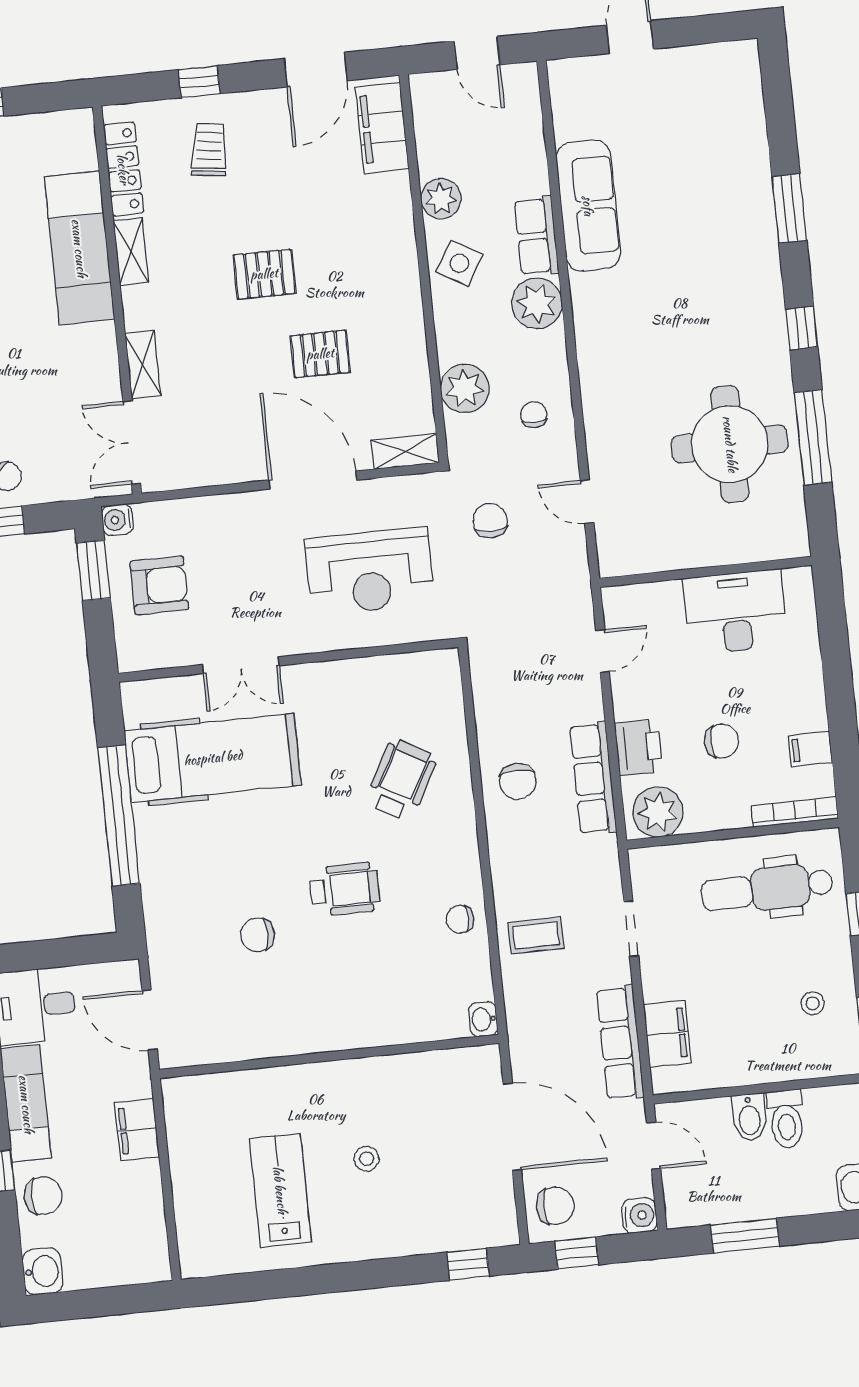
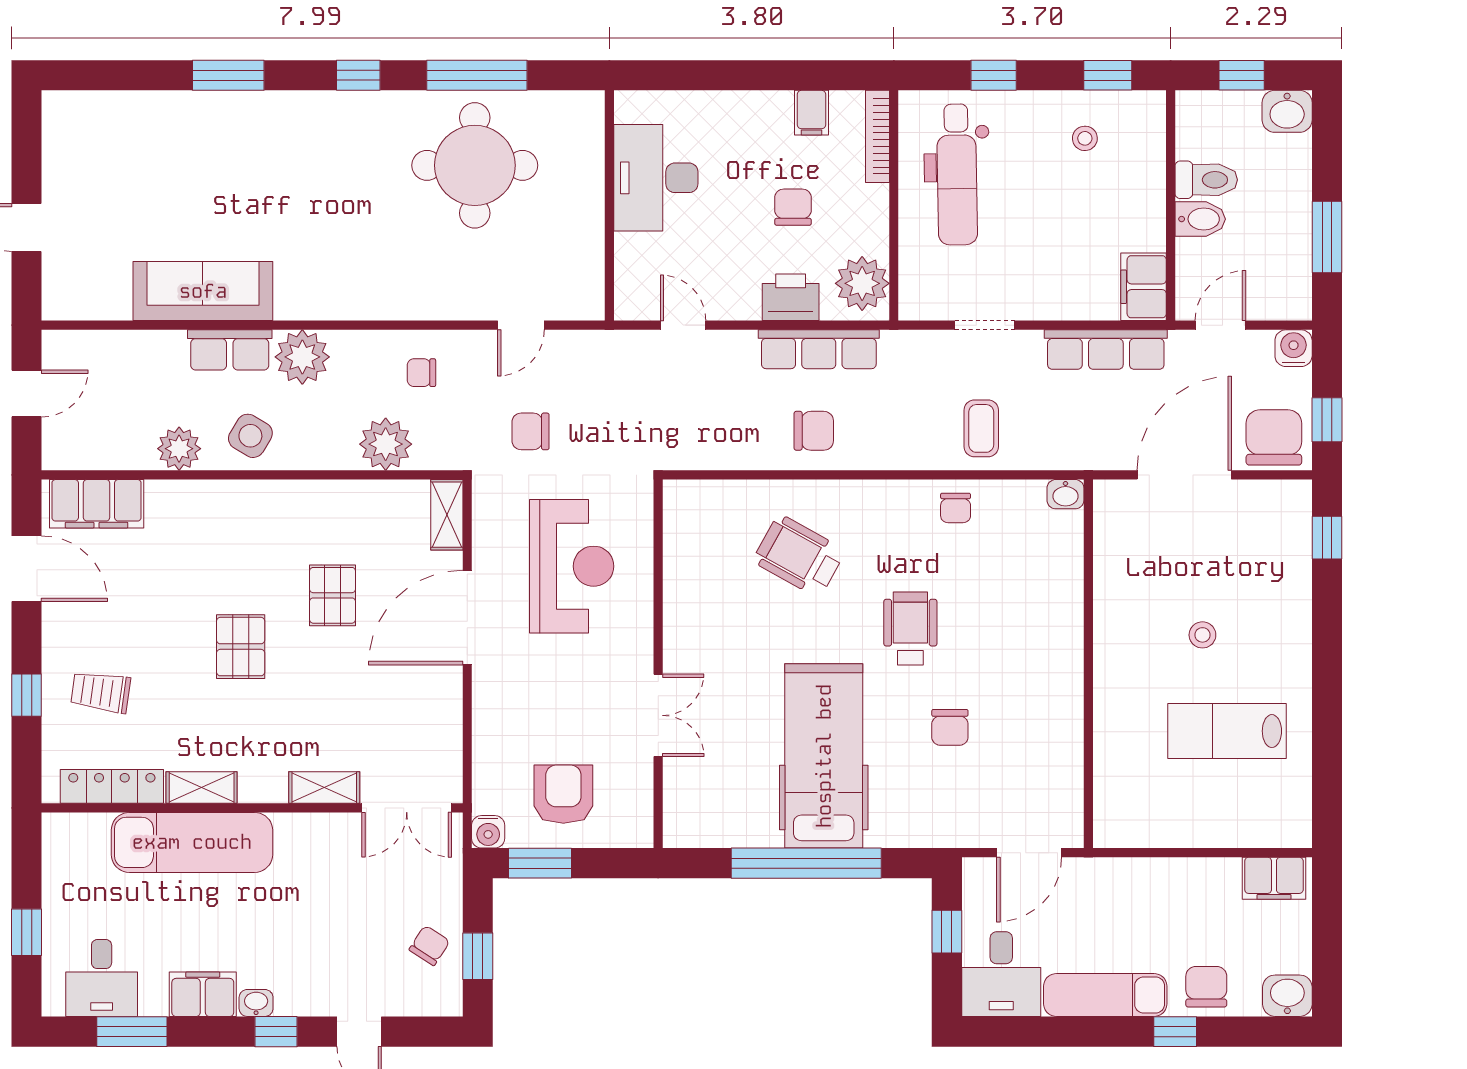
hospital bed: (213, 758) -> (824, 756), moved
window: (69, 952) -> (947, 932), added
filing cabinet: (667, 1034) -> (1144, 287), moved, turned -90
filing cabinet: (137, 1130) -> (1274, 878), moved
chair: (555, 1206) -> (1274, 437), width x1.37, depth x1.37

